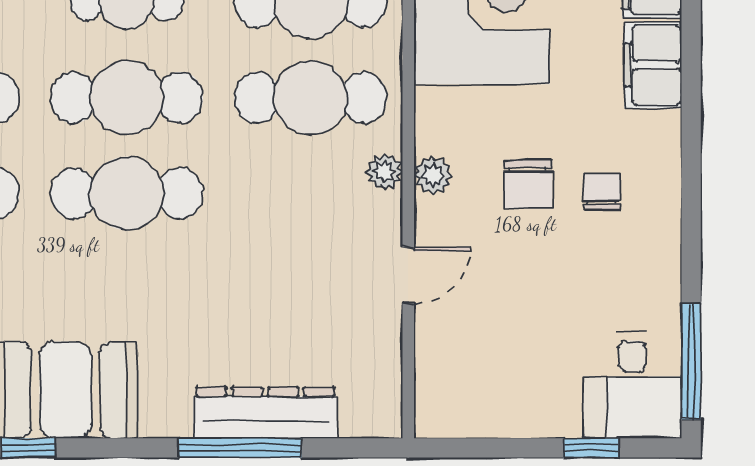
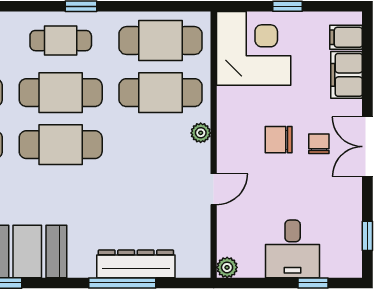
plant: (433, 175) -> (227, 267), moved
chair: (528, 184) -> (279, 140), turned 90
double door: (691, 197) -> (367, 147), added
window: (691, 361) -> (367, 236), width x0.46
desk: (632, 385) -> (293, 249), moved

